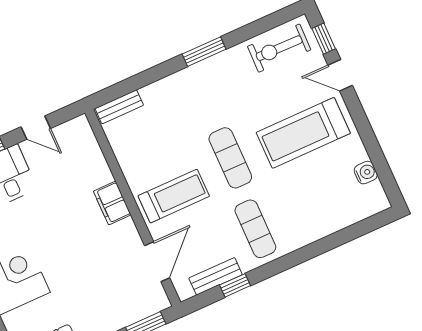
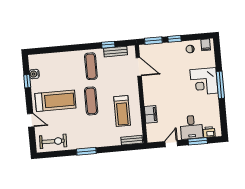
window: (324, 39) -> (27, 81), moved
door: (36, 128) -> (171, 144), hinge flipped
treadmill: (174, 196) -> (122, 111), moved, turned -90
filing cabinet: (112, 203) -> (151, 114), moved
door: (157, 262) -> (139, 67), swing flipped

